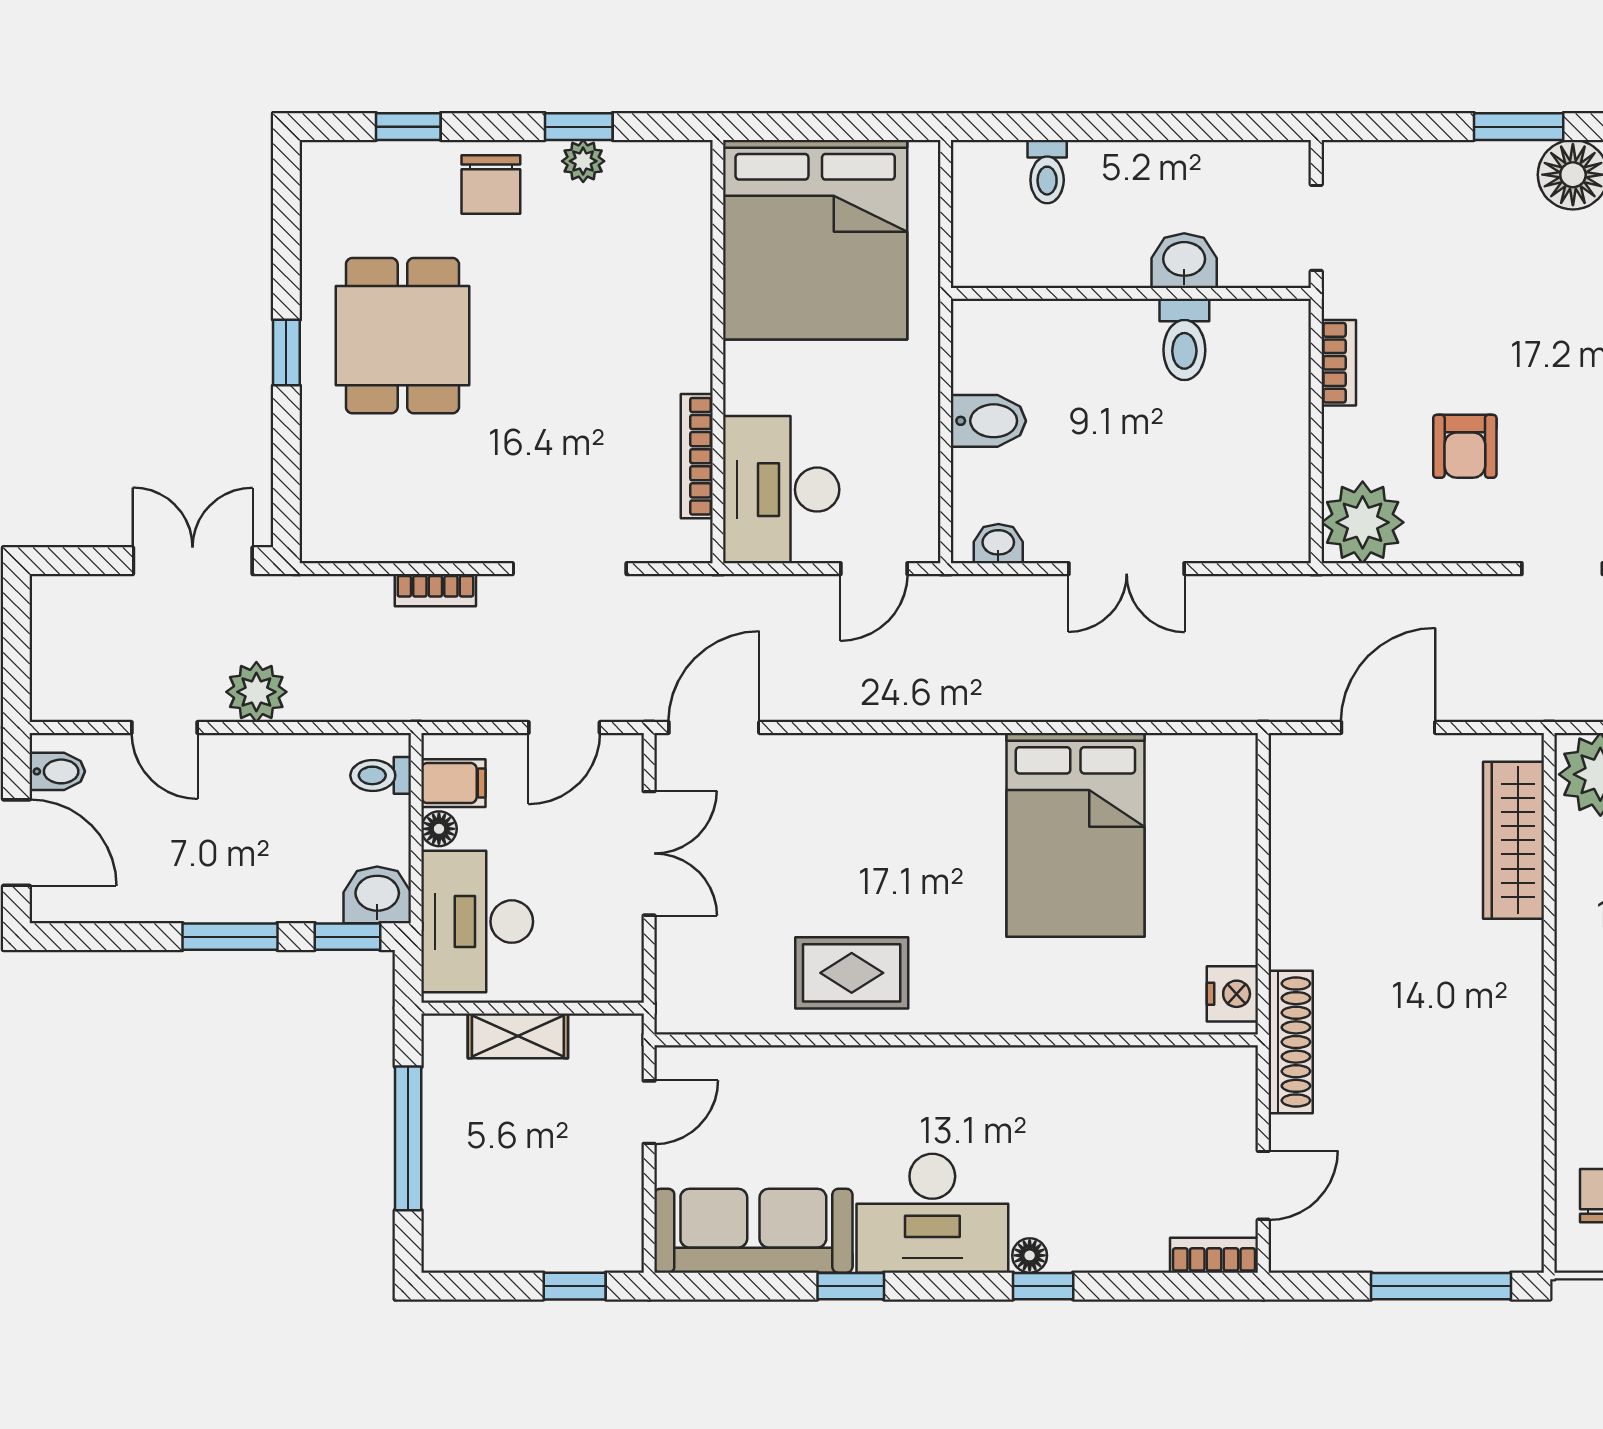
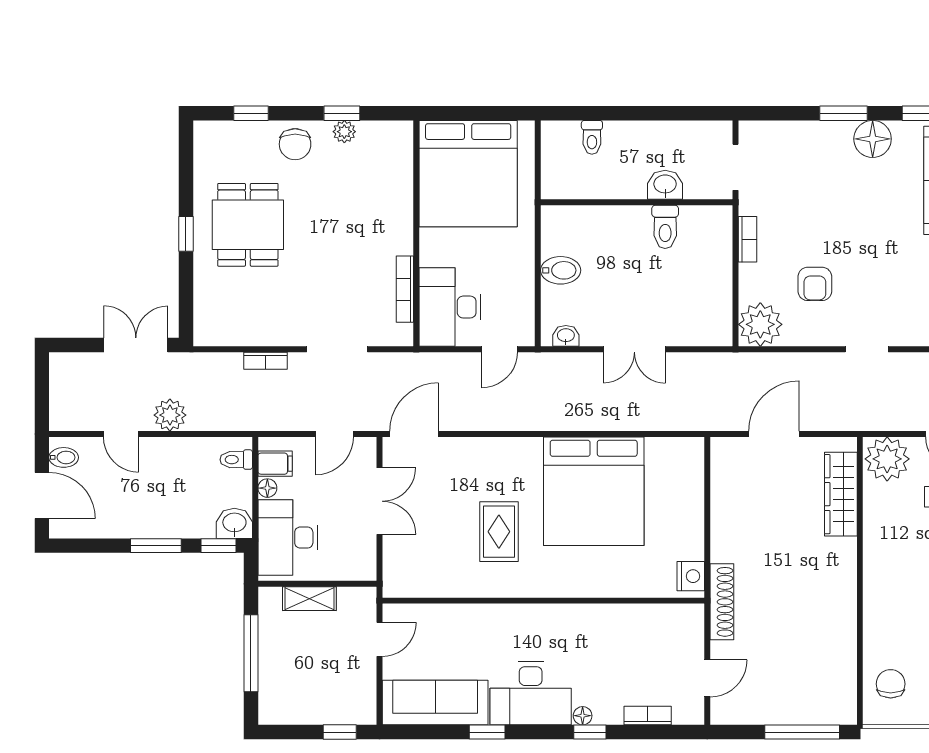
bed: (1075, 835) -> (594, 491), width x1.36
rug: (852, 973) -> (499, 532), moved, turned 90
bookcase: (1214, 1255) -> (648, 716), moved

